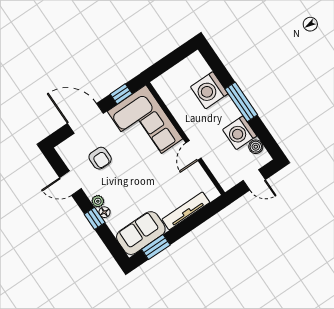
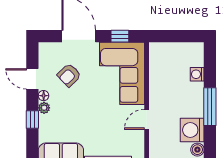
washing machine: (209, 90) -> (197, 74), width x0.53, depth x0.53
armchair: (100, 158) -> (69, 75), turned 46
floor lamp: (105, 212) -> (44, 96), moved

